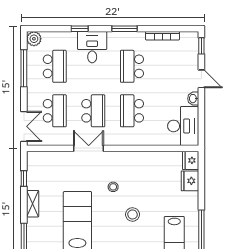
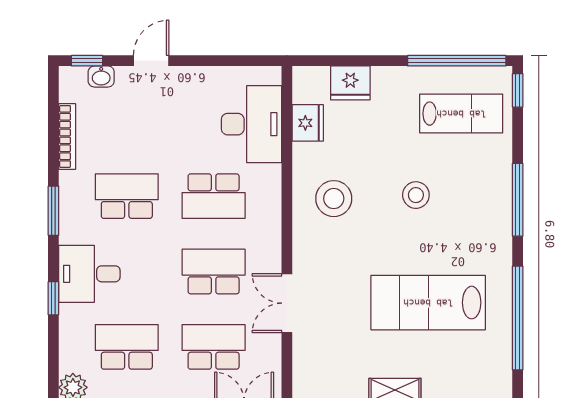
school desk: (132, 66) -> (127, 196), turned 180
washbasin: (193, 99) -> (101, 77), moved
desk: (183, 126) -> (251, 124), moved, turned 90
double door: (89, 148) -> (287, 303), moved
fridge: (191, 160) -> (308, 123), moved, turned -90
stool: (113, 187) -> (334, 199), moved, width x1.89, depth x1.89

